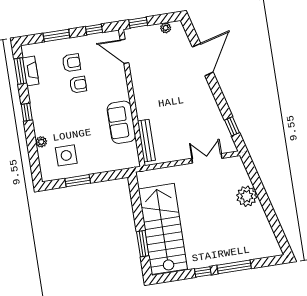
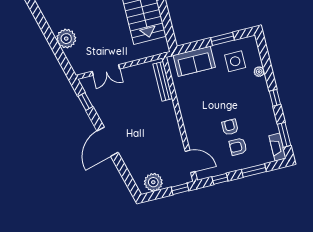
plant: (166, 28) -> (153, 182), width x1.87, depth x1.87
door: (203, 60) -> (108, 142), moved
fireplace: (31, 71) -> (277, 147), moved
armchair: (78, 85) -> (230, 127), turned 90
sofa: (121, 122) -> (194, 61), moved, turned 90

